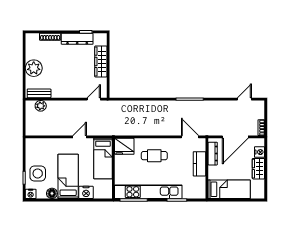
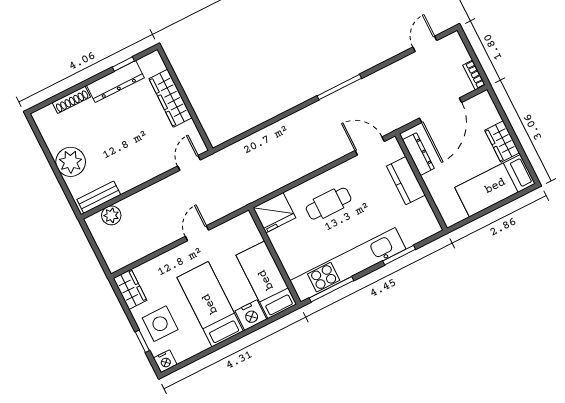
wardrobe: (31, 148) -> (130, 289), added
nightstand: (260, 152) -> (491, 115), removed
bed: (103, 159) -> (266, 280), moved, turned 180
bed: (229, 189) -> (495, 186), moved, turned 180
floor lamp: (52, 193) -> (198, 344), removed

